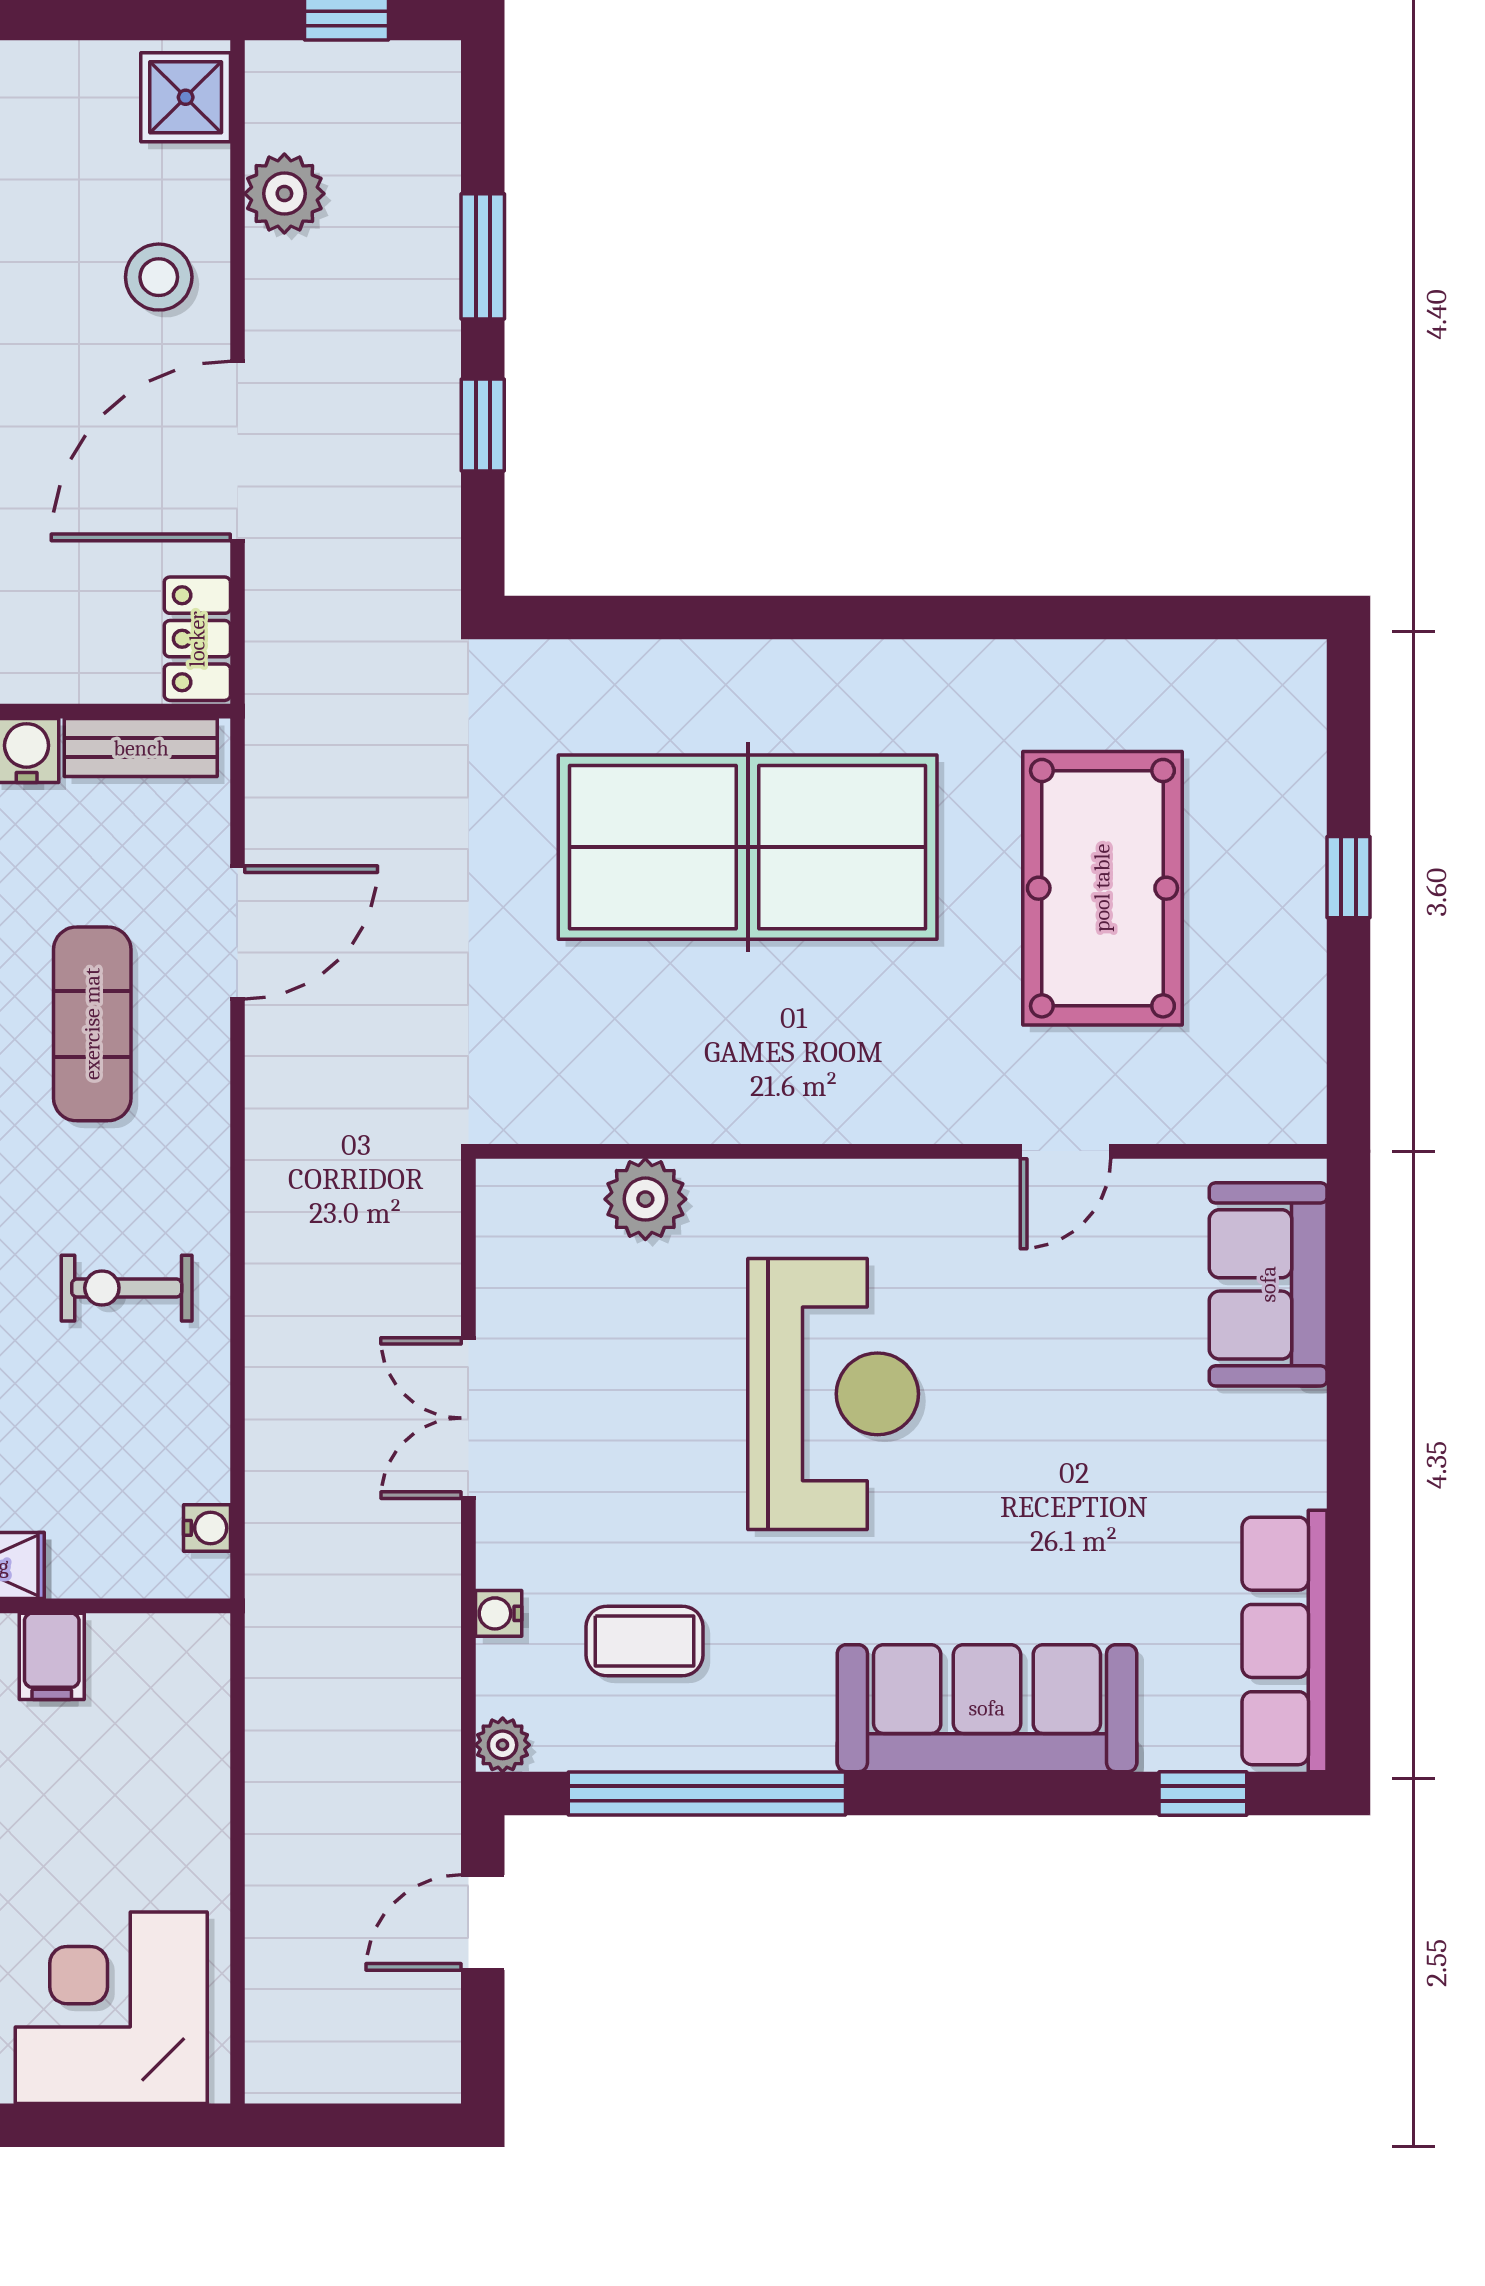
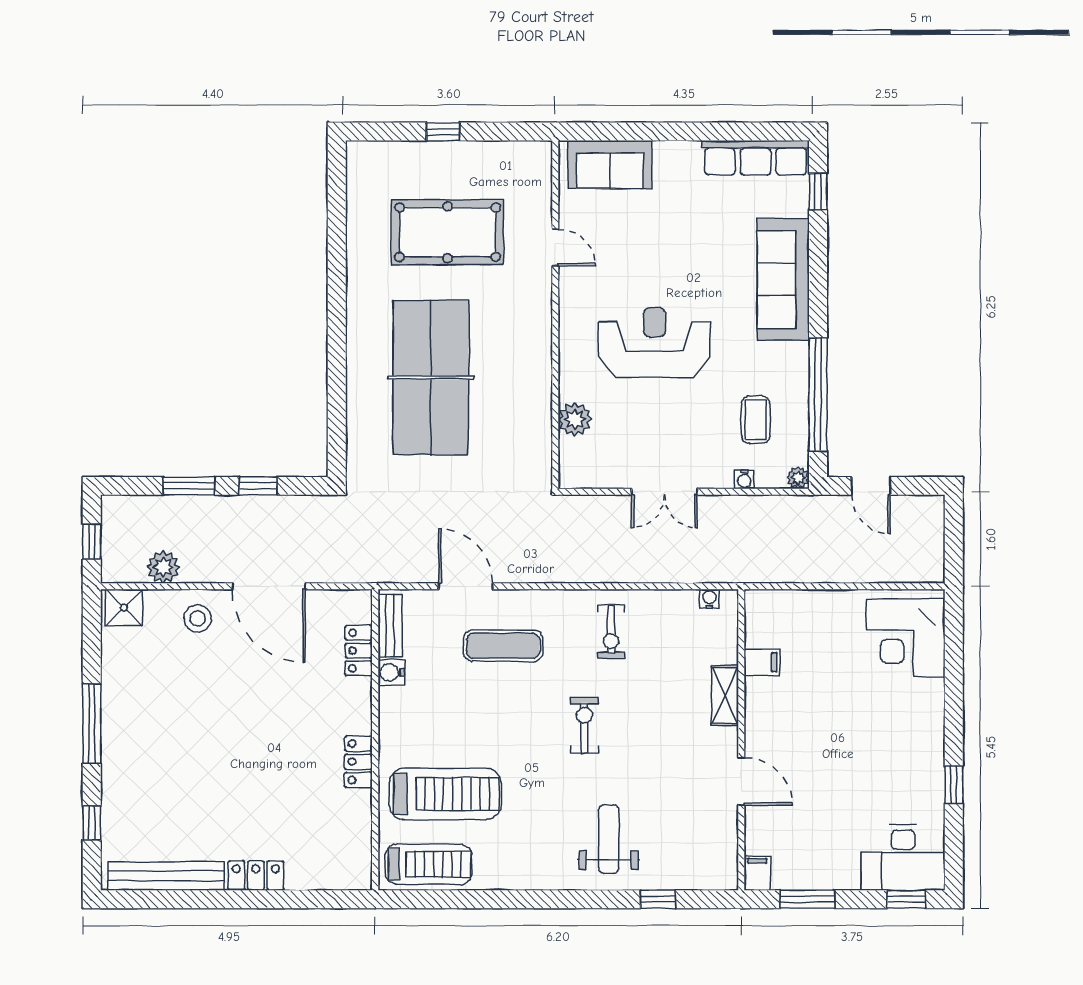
locker: (197, 639) -> (359, 651), moved, turned 90

